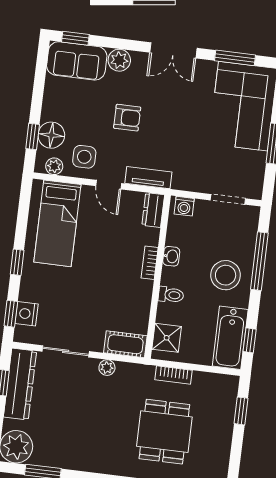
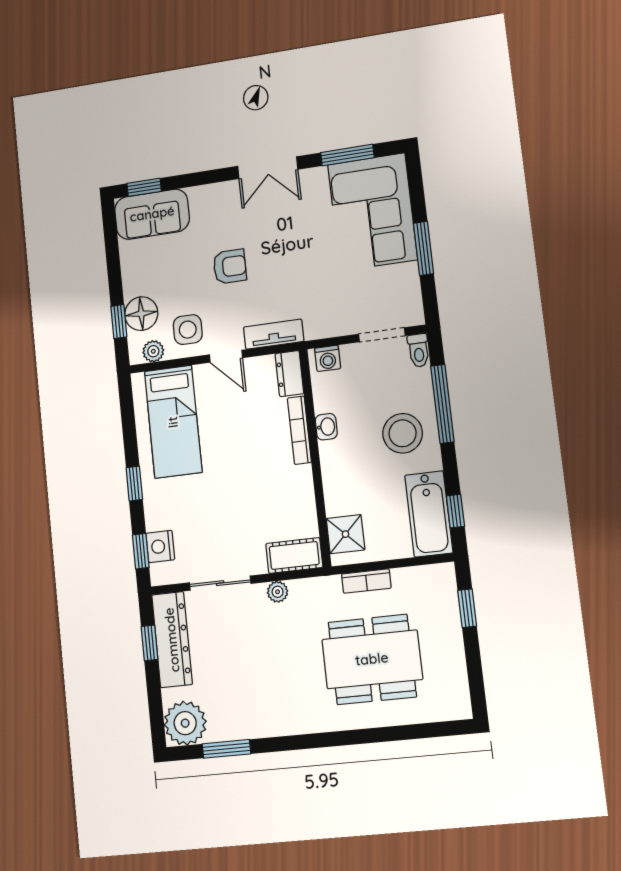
plant: (119, 60) -> (204, 199), removed
bookcase: (150, 263) -> (299, 430), width x1.56
toilet: (171, 295) -> (419, 350), moved, turned 90
dining table: (164, 432) -> (372, 659), width x1.38

